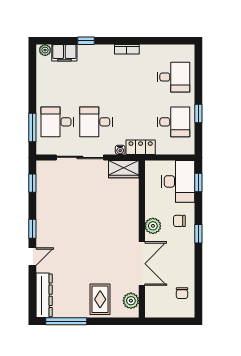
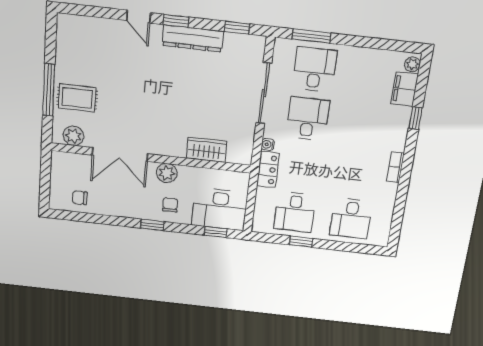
wardrobe: (124, 169) -> (207, 150), moved, turned 90
dresser: (44, 295) -> (193, 38), moved
window: (66, 321) -> (49, 90), moved

